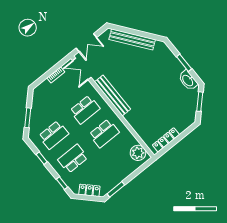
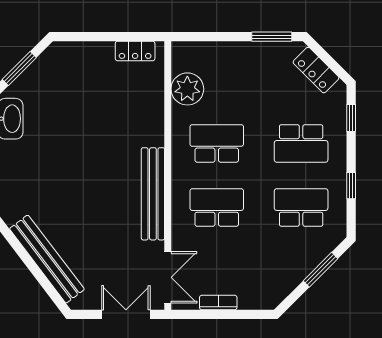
locker: (166, 140) -> (135, 51), width x0.66
plant: (138, 153) -> (187, 89), moved

